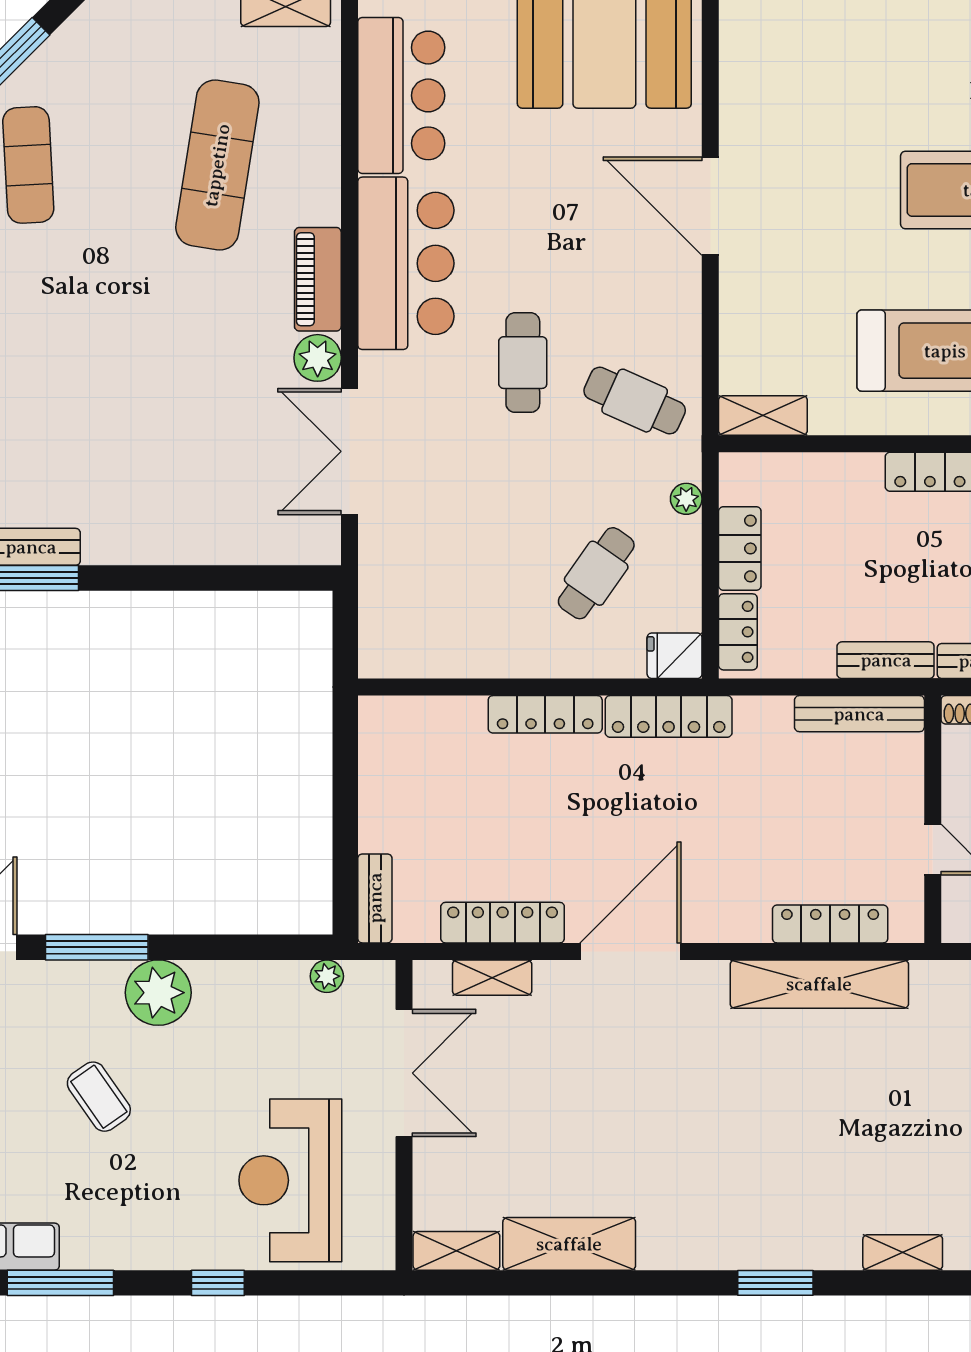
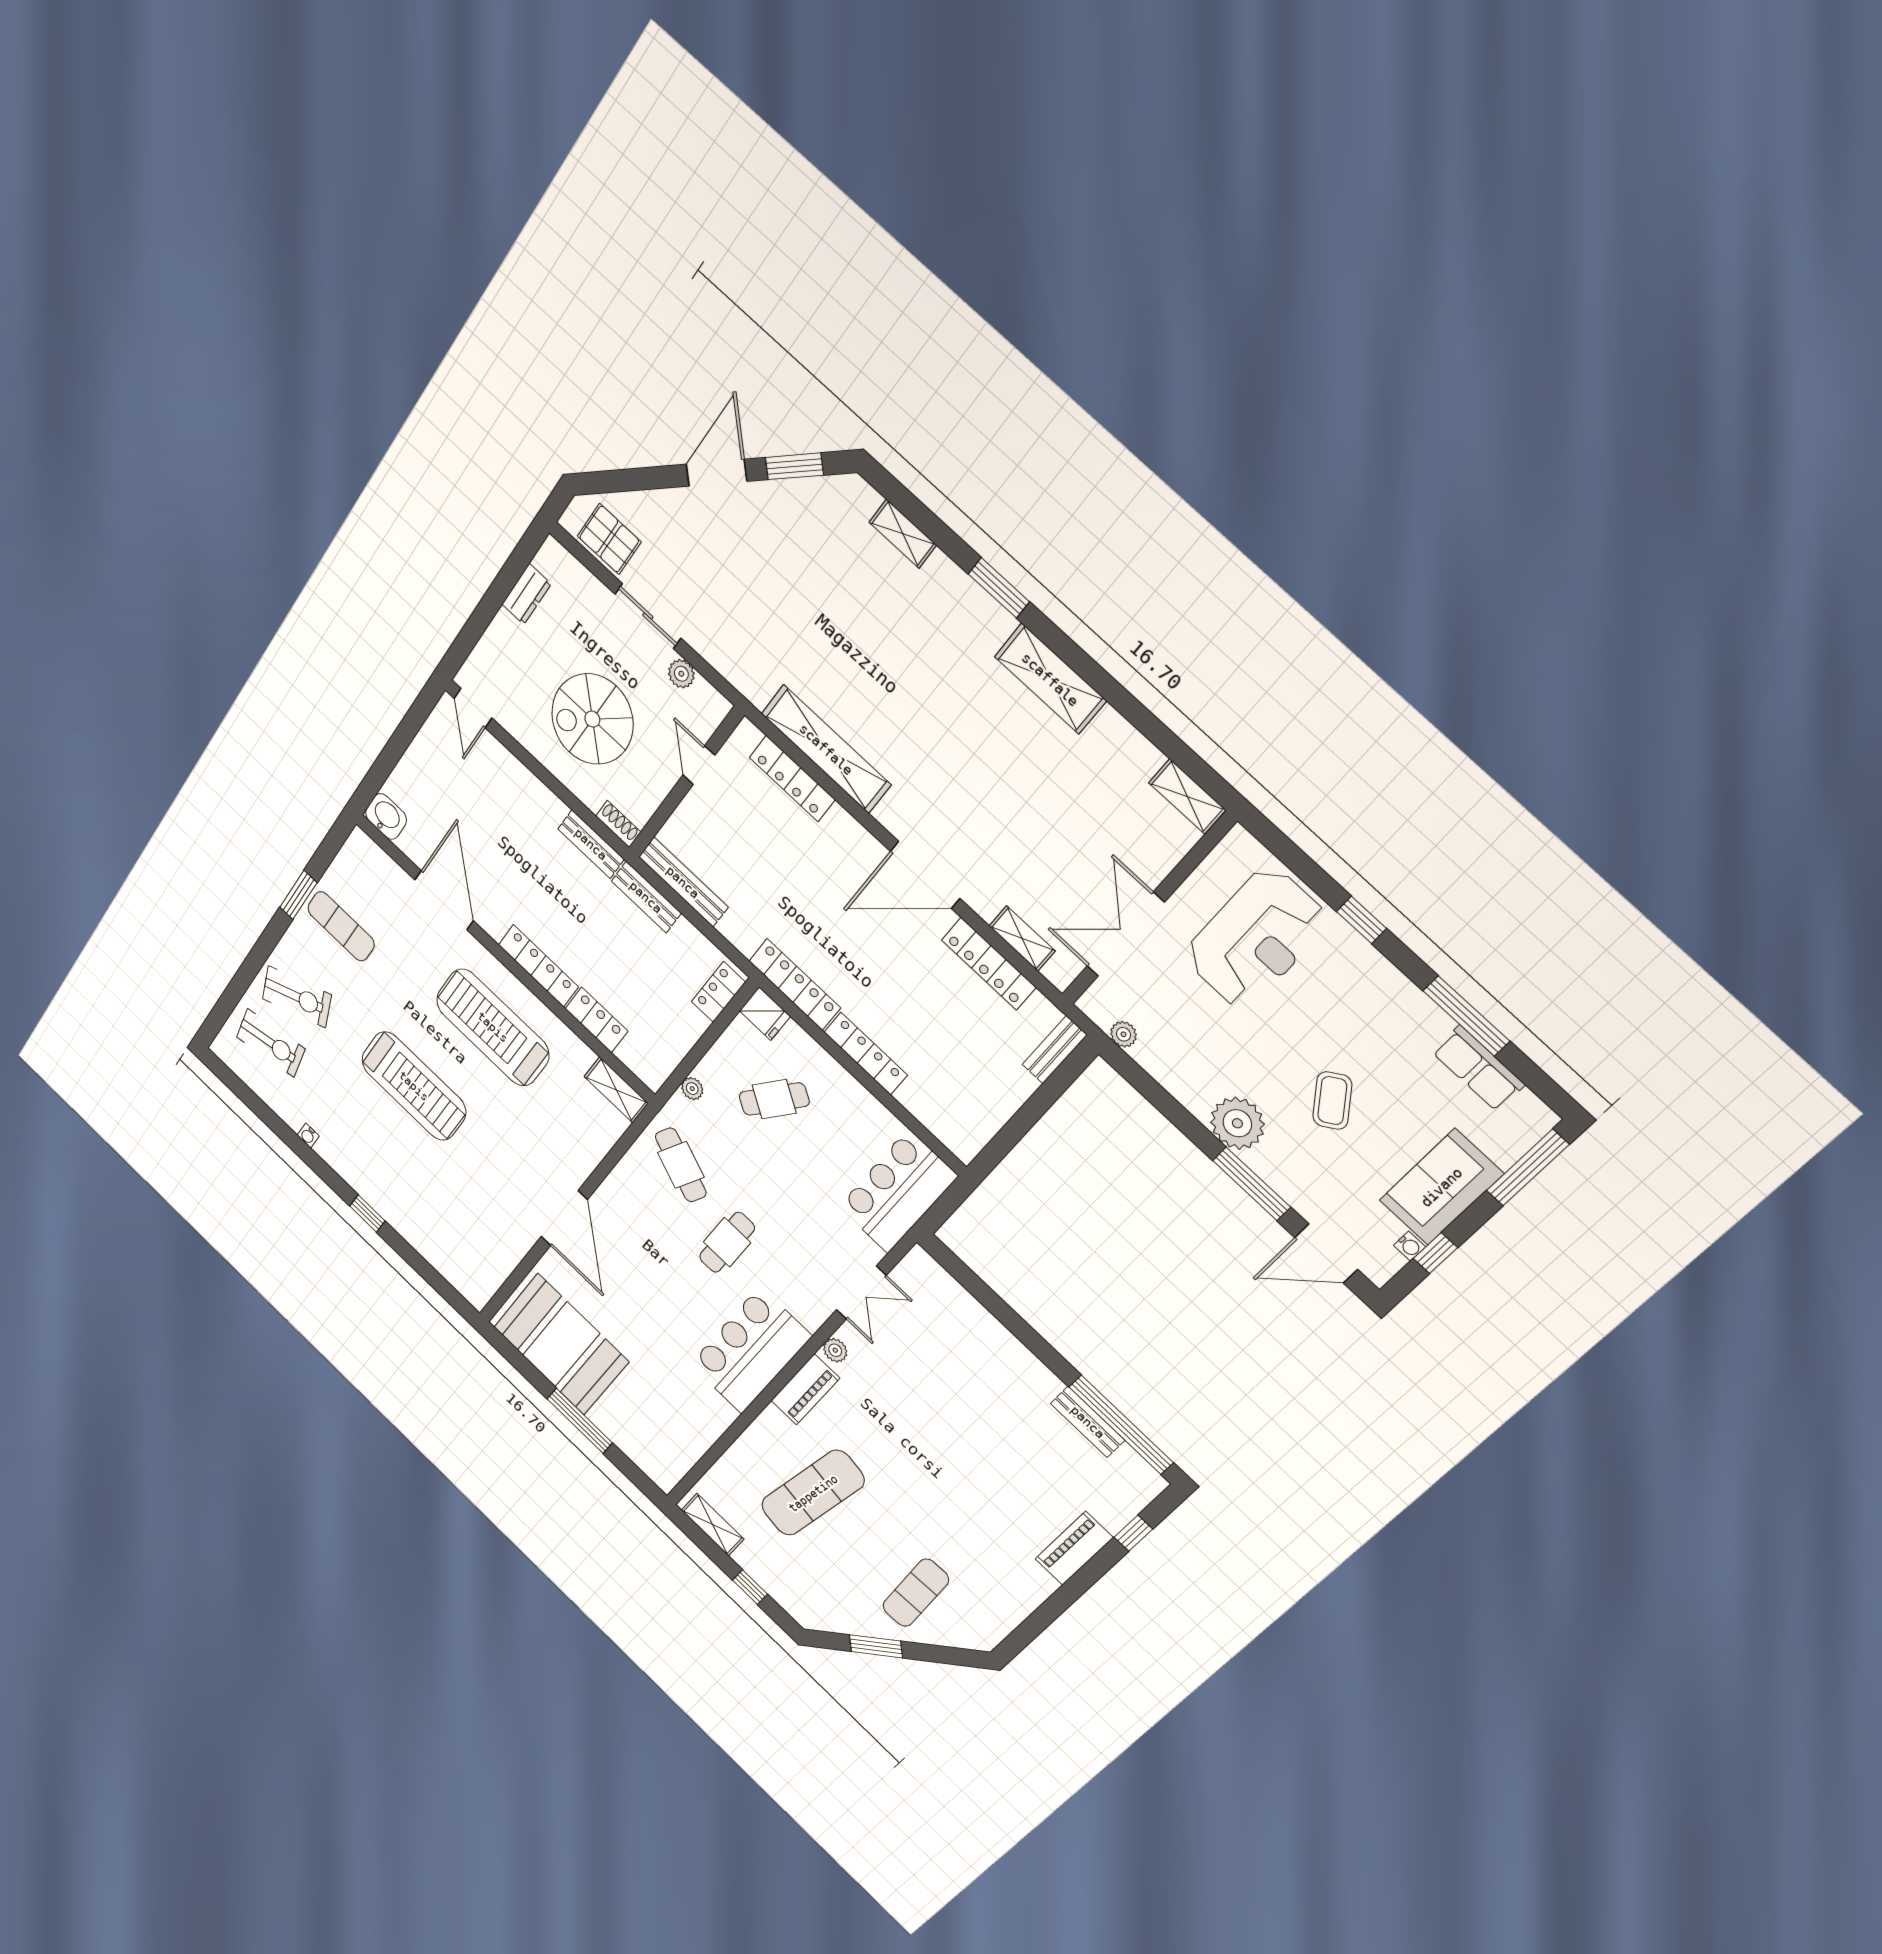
bar counter: (401, 95) -> (898, 1191), moved
plant: (318, 358) -> (835, 1350), width x0.73, depth x0.73
double door: (349, 451) -> (861, 1293), width x0.73
locker: (740, 548) -> (596, 1020), moved, turned 90
shelving: (569, 1244) -> (1050, 679), moved

